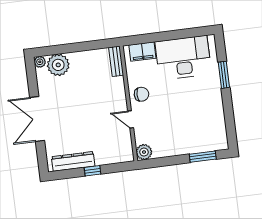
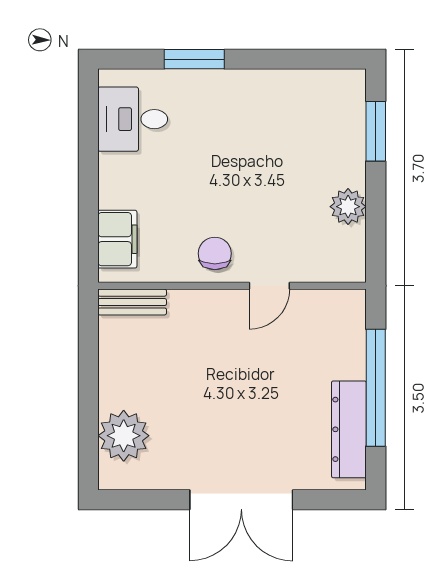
desk: (183, 58) -> (133, 119), width x0.53, depth x0.77
plant: (40, 62) -> (111, 477), removed
plant: (144, 152) -> (348, 207), moved
window: (92, 171) -> (376, 388), width x3.17

